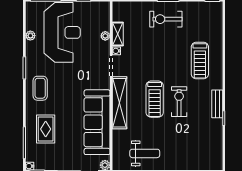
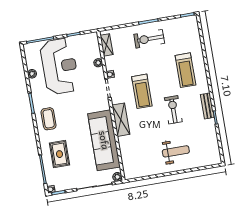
shelving: (118, 34) -> (107, 45), moved
treadmill: (155, 99) -> (142, 91), moved
shelving: (120, 103) -> (121, 120), width x0.68
weight bench: (145, 153) -> (176, 151), moved

